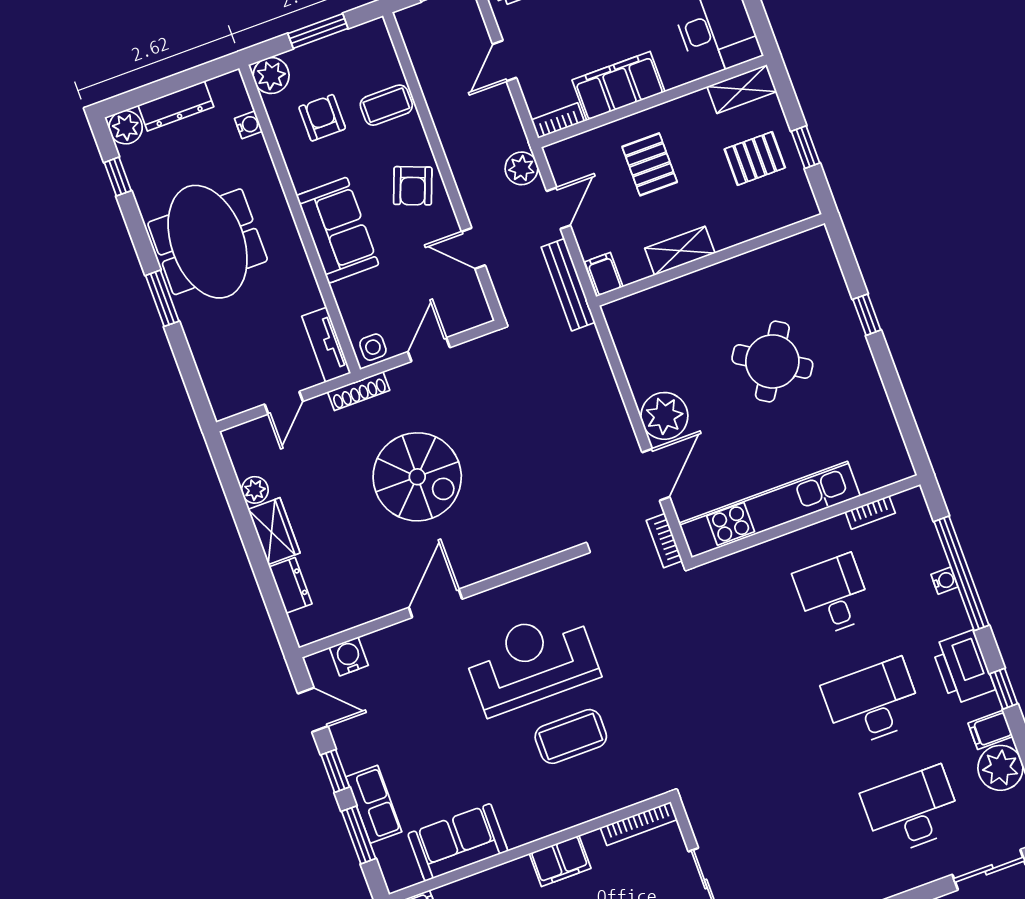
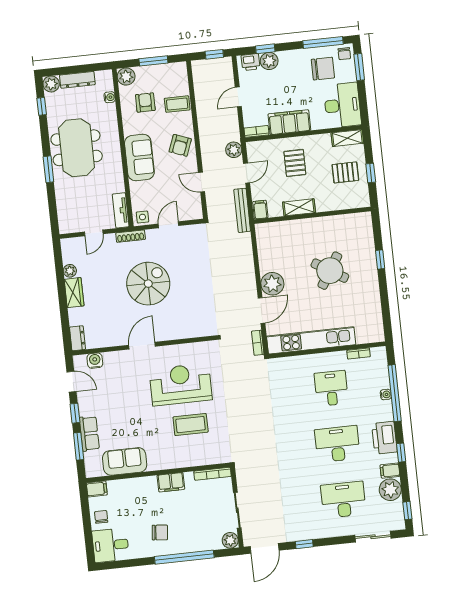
spiral stairs: (417, 477) -> (148, 284), turned -90
dresser: (290, 585) -> (77, 338), moved

